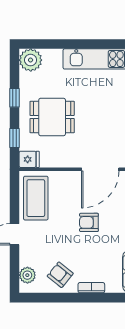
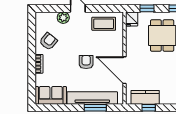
coffee table: (36, 198) -> (104, 24), width x0.73, depth x0.76
plant: (27, 275) -> (63, 18), moved

